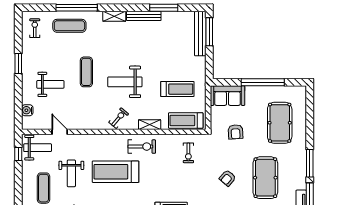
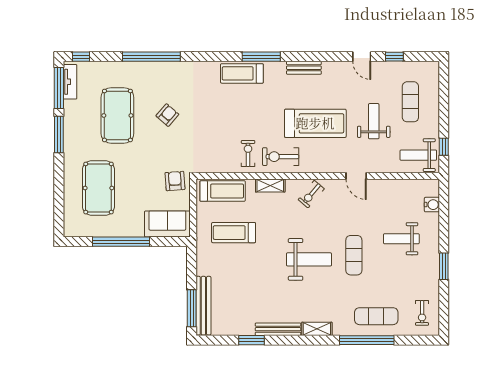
window: (164, 8) -> (251, 340), width x0.69
weight bench: (125, 82) -> (309, 259), moved
door: (60, 132) -> (356, 176), moved
armchair: (235, 132) -> (175, 181), moved
exercise bike: (188, 153) -> (248, 153), moved

